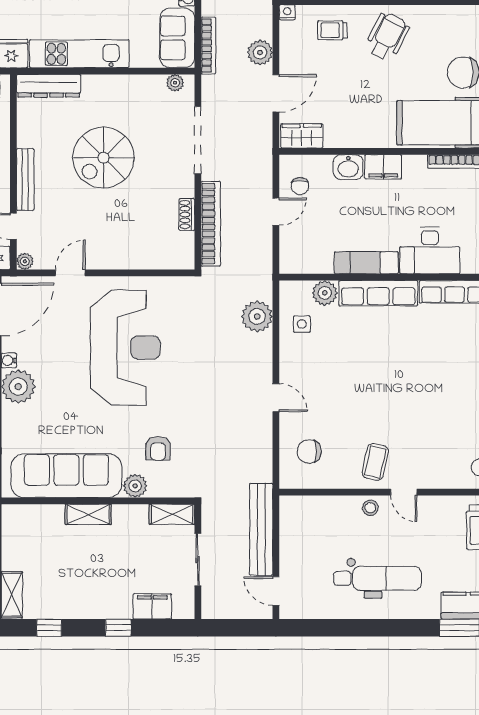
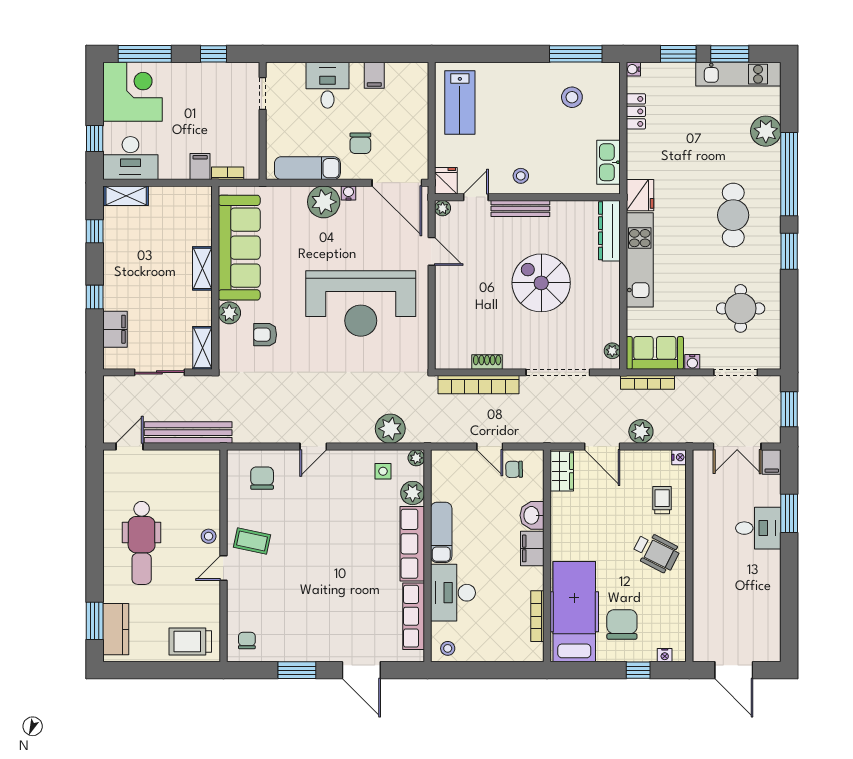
plant: (288, 289) -> (416, 458), added

